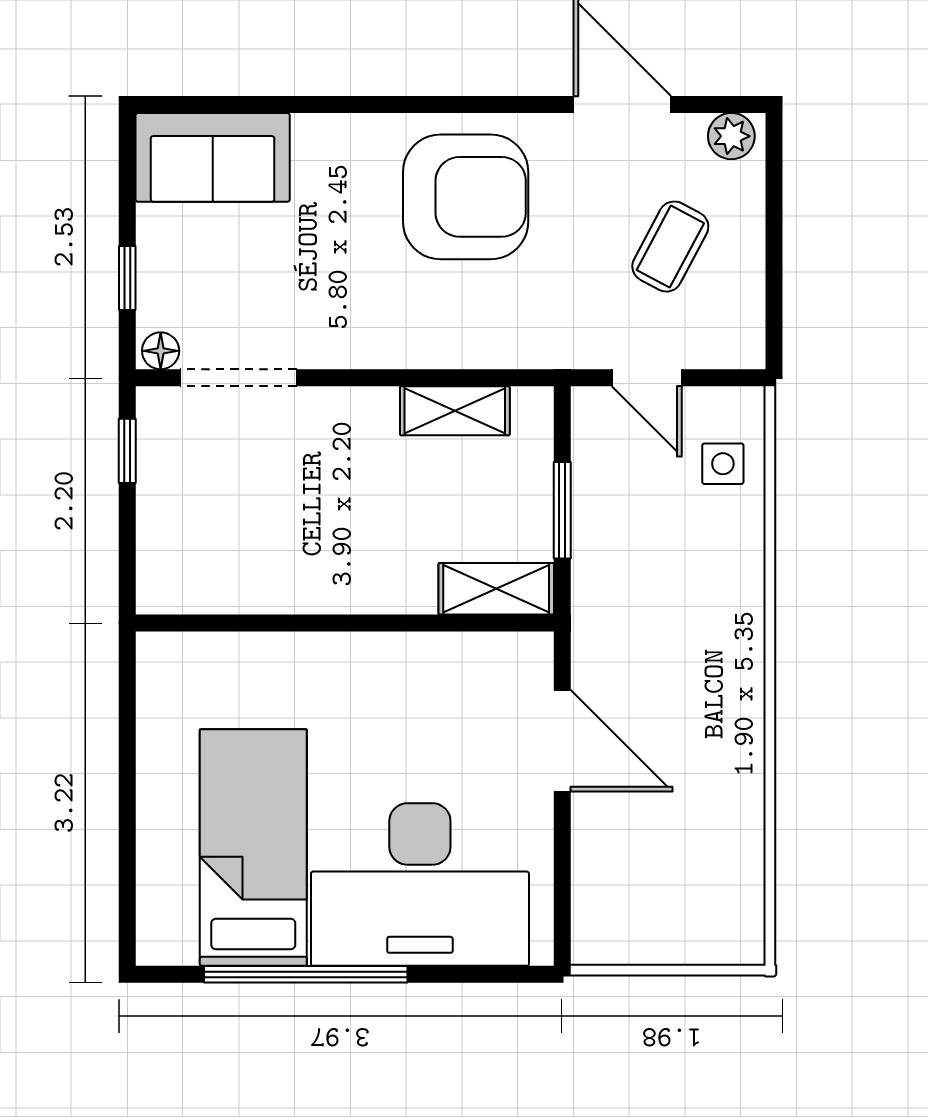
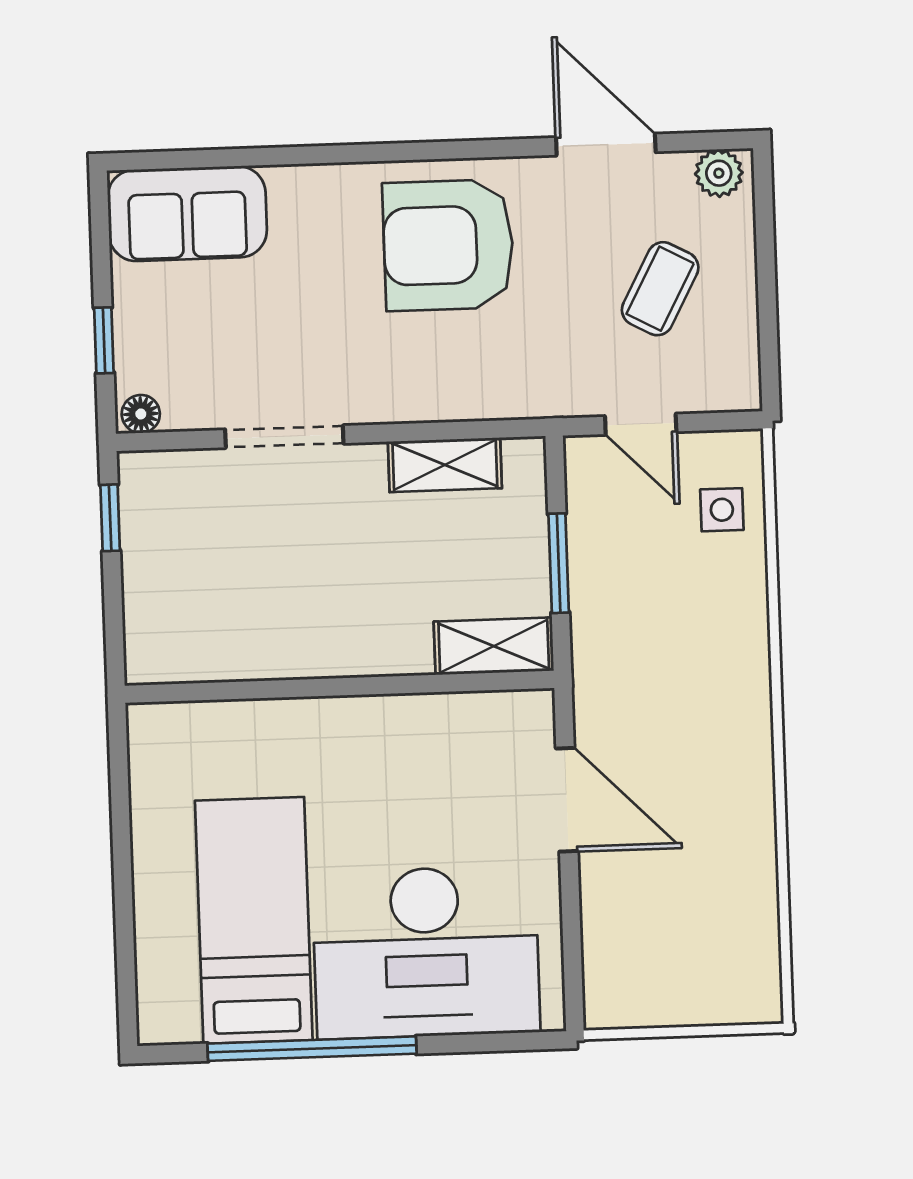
armchair: (466, 197) -> (448, 245), turned 180
doorway: (238, 378) -> (284, 437), moved

